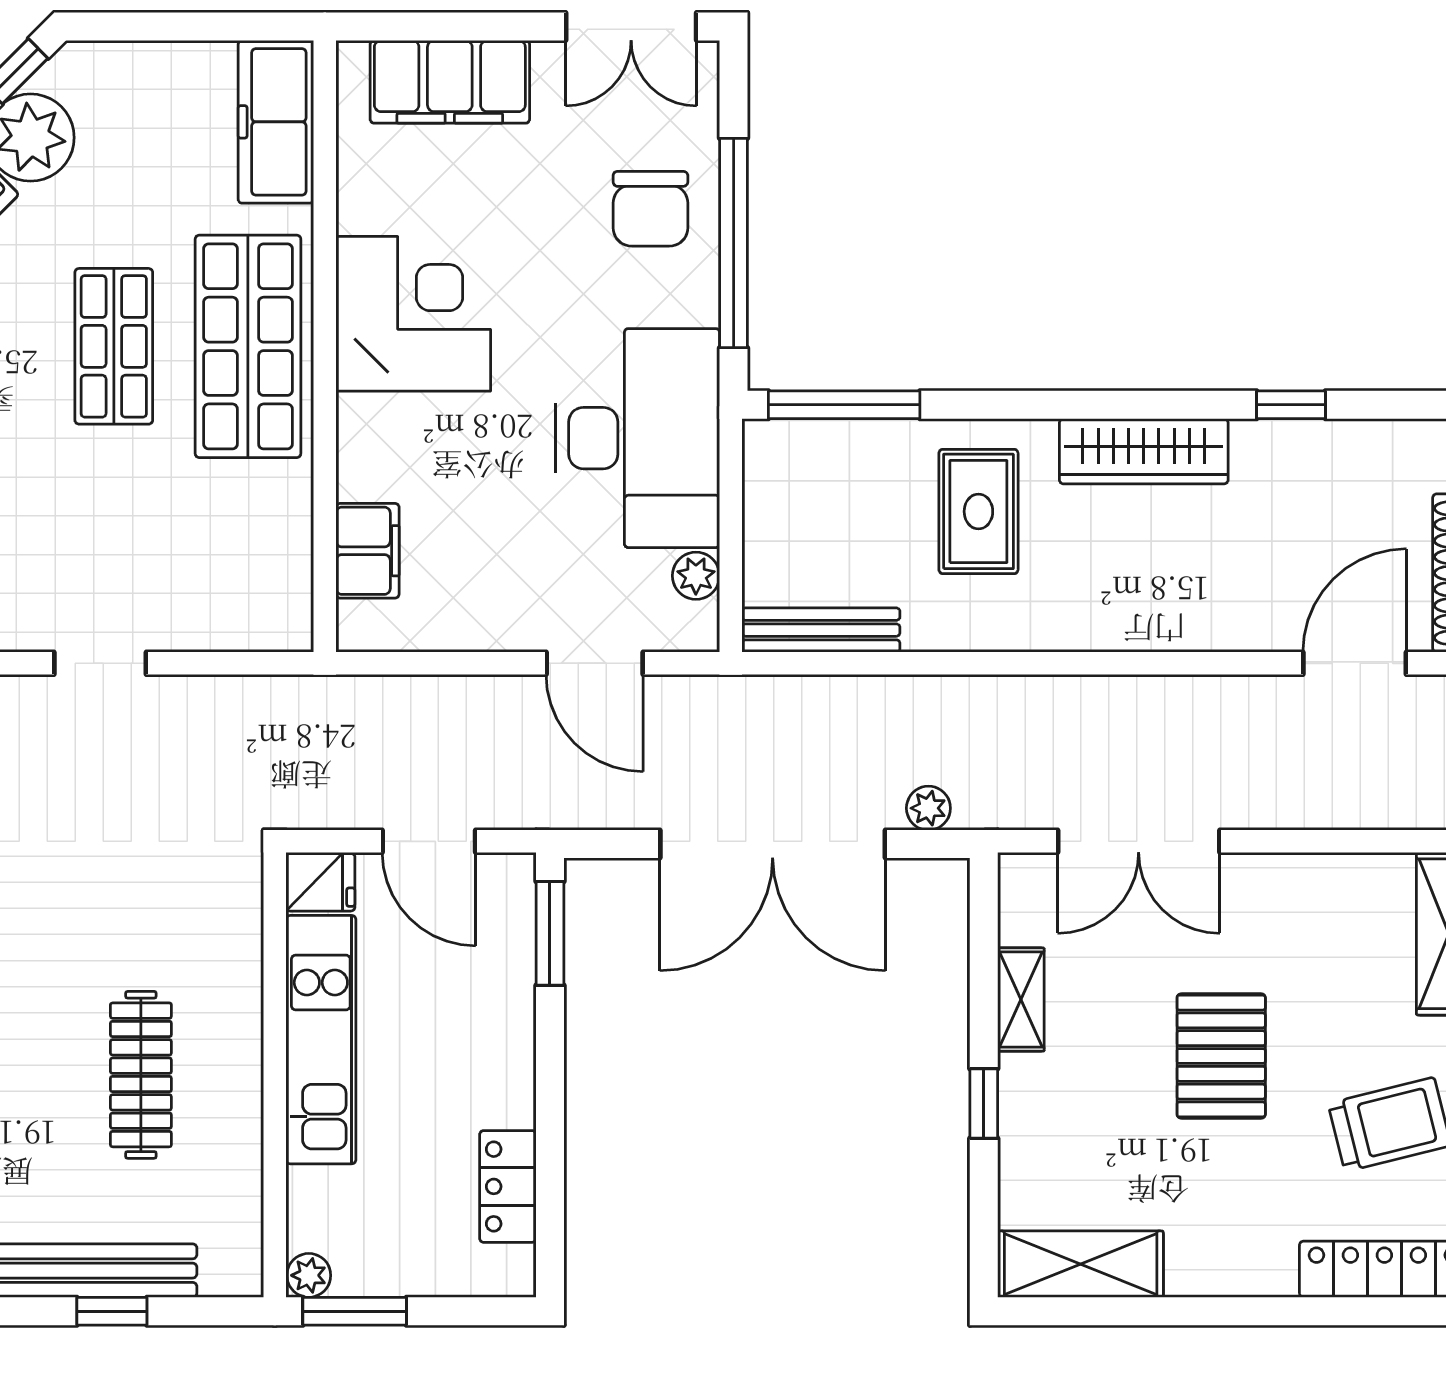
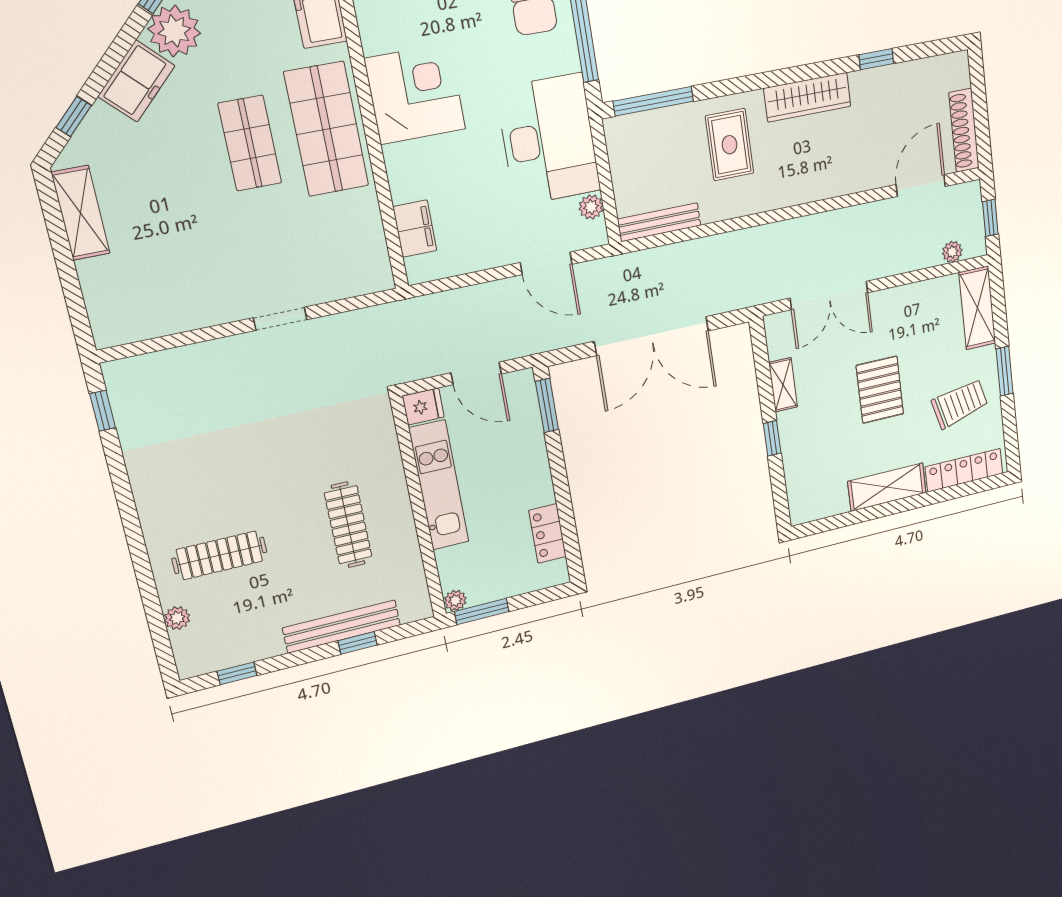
plant: (928, 808) -> (952, 252), moved
shelving: (1081, 1264) -> (887, 487), moved

